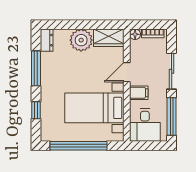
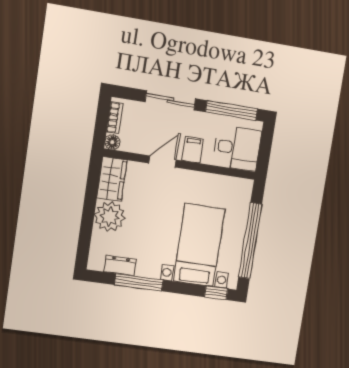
dresser: (47, 40) -> (120, 265), moved
door: (127, 72) -> (162, 161), swing flipped
bed with nightstands: (94, 108) -> (199, 245), moved, turned 180
window: (36, 110) -> (216, 293), moved

